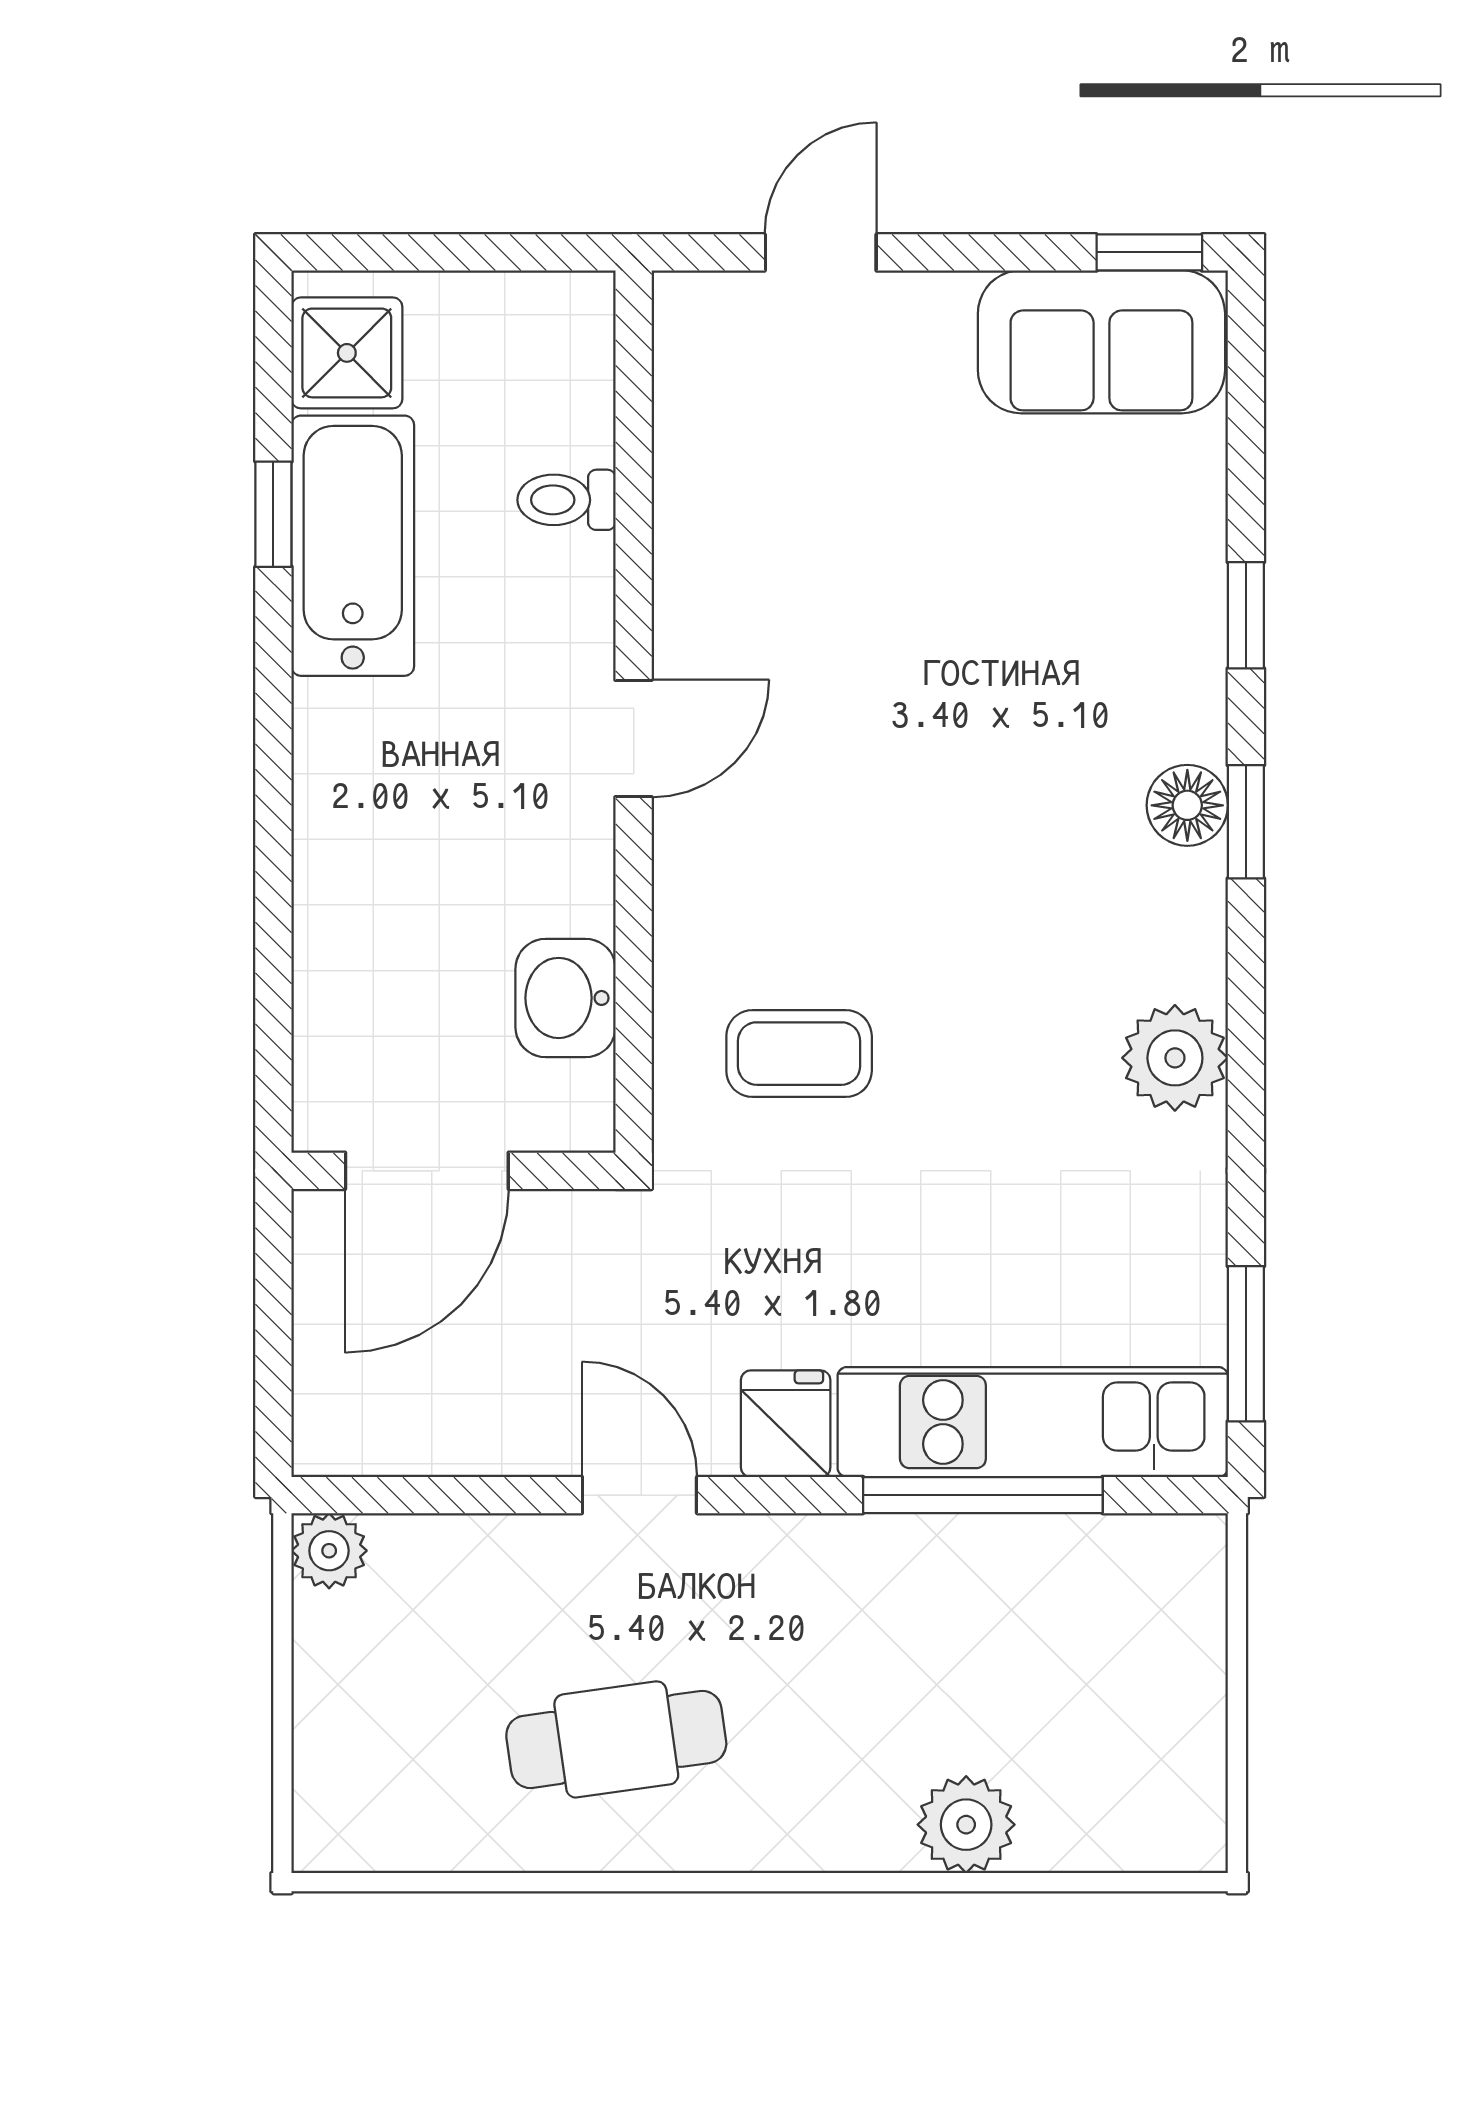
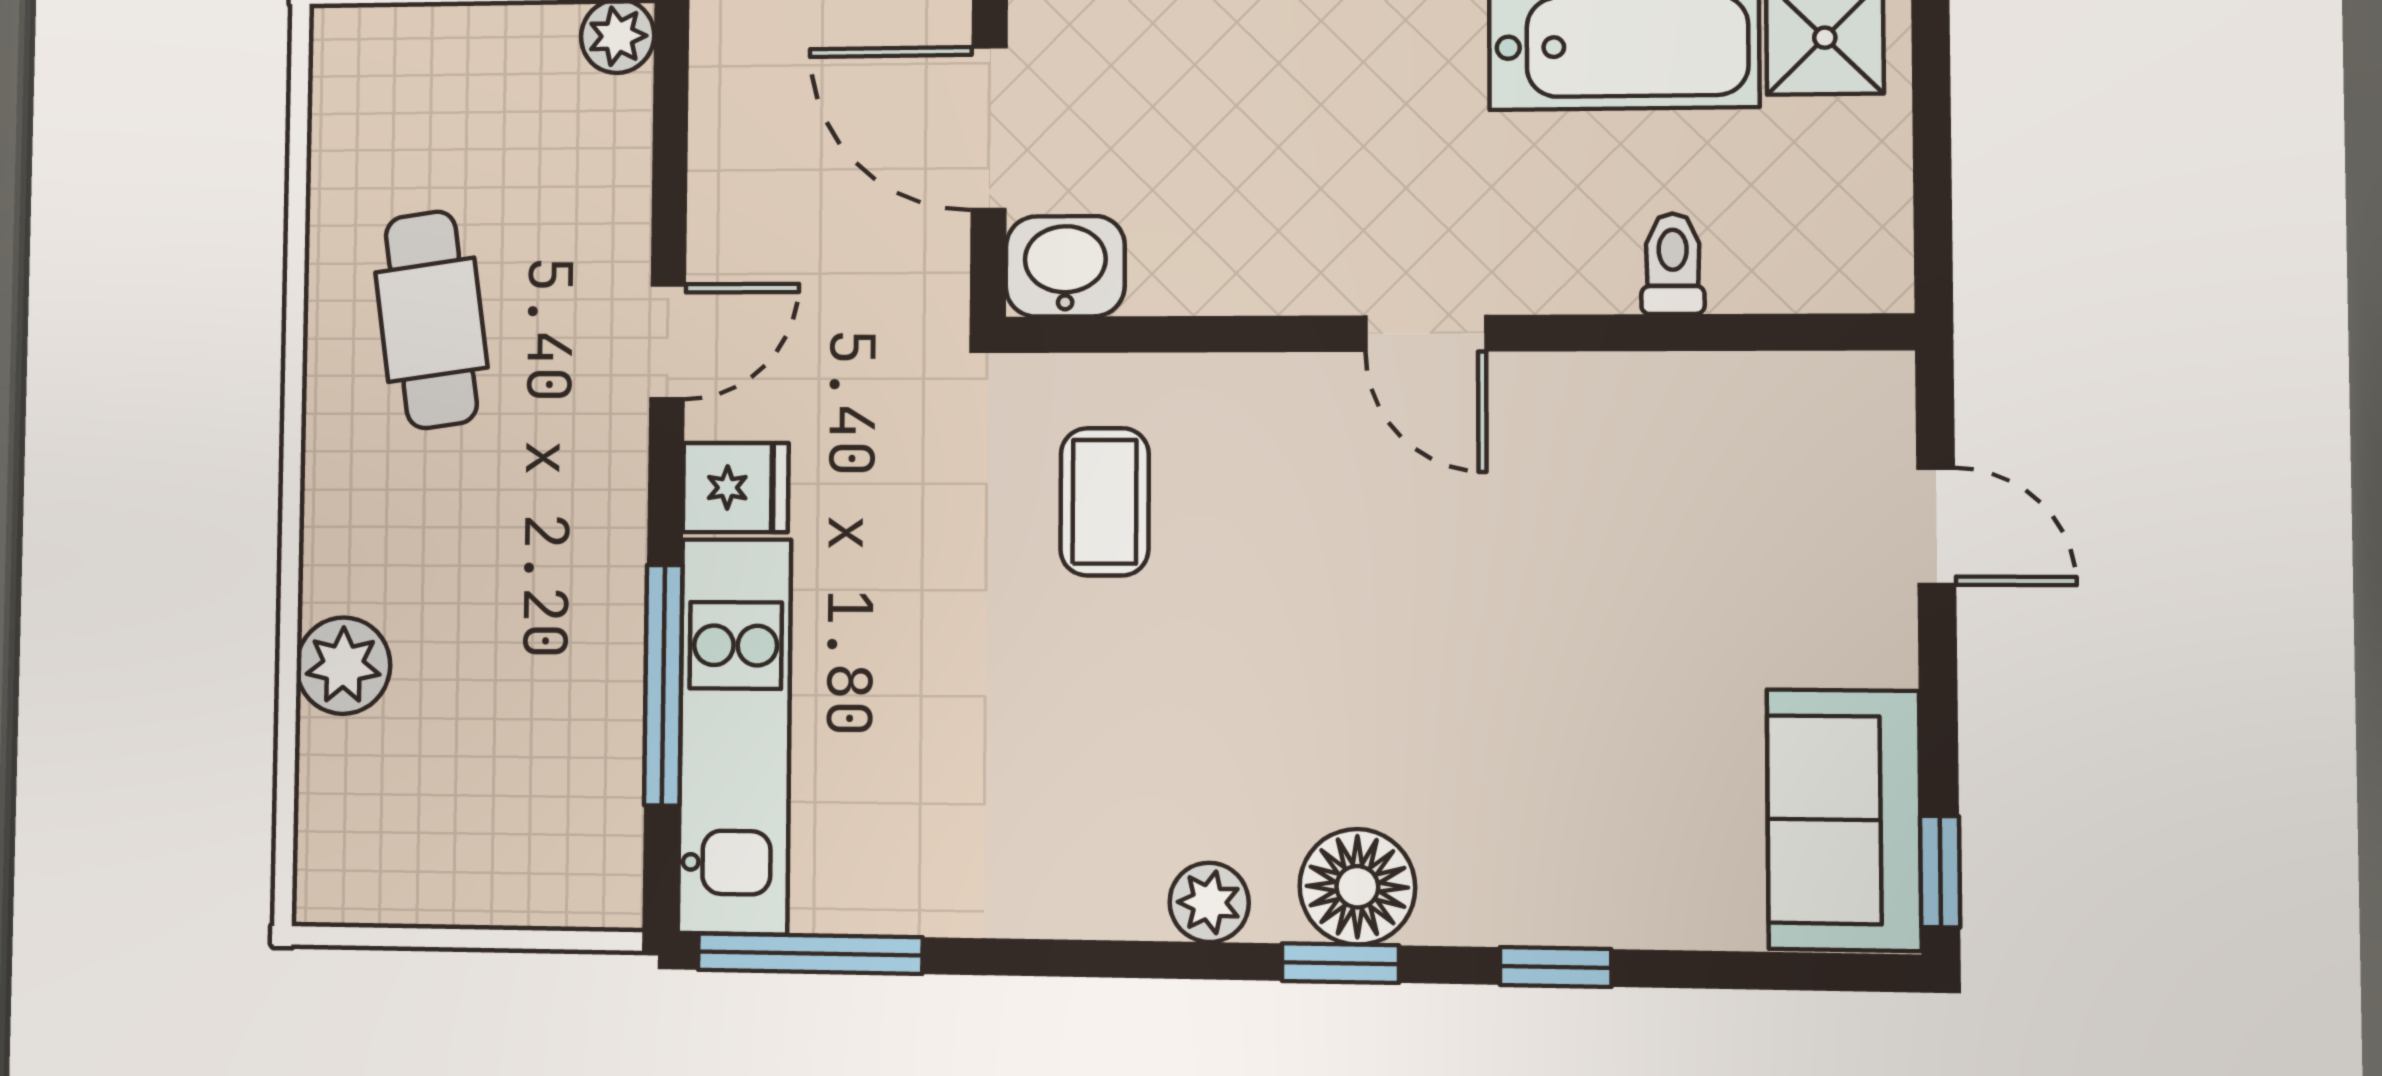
floor lamp: (1187, 805) -> (1357, 887), width x1.38, depth x1.38
washbasin: (566, 998) -> (1065, 266), moved
plant: (1175, 1058) -> (1209, 902), moved, width x0.73, depth x0.73
window: (1246, 1344) -> (810, 954), width x1.44

